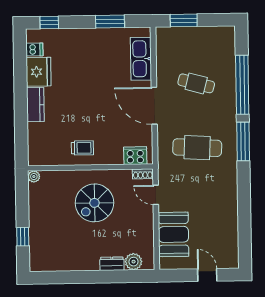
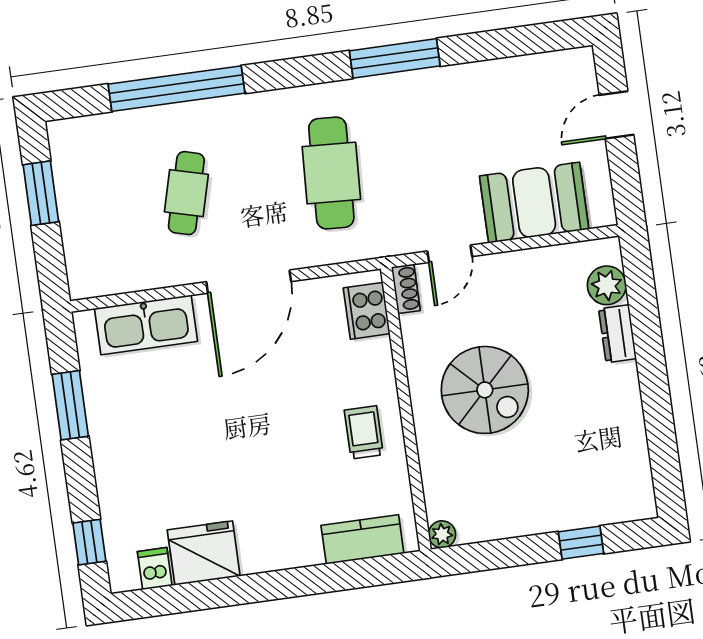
window: (184, 20) -> (41, 193), moved
kitchen counter: (35, 105) -> (362, 539), moved
window: (243, 141) -> (395, 58), moved

